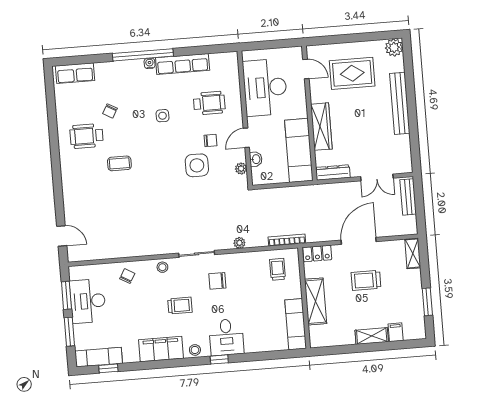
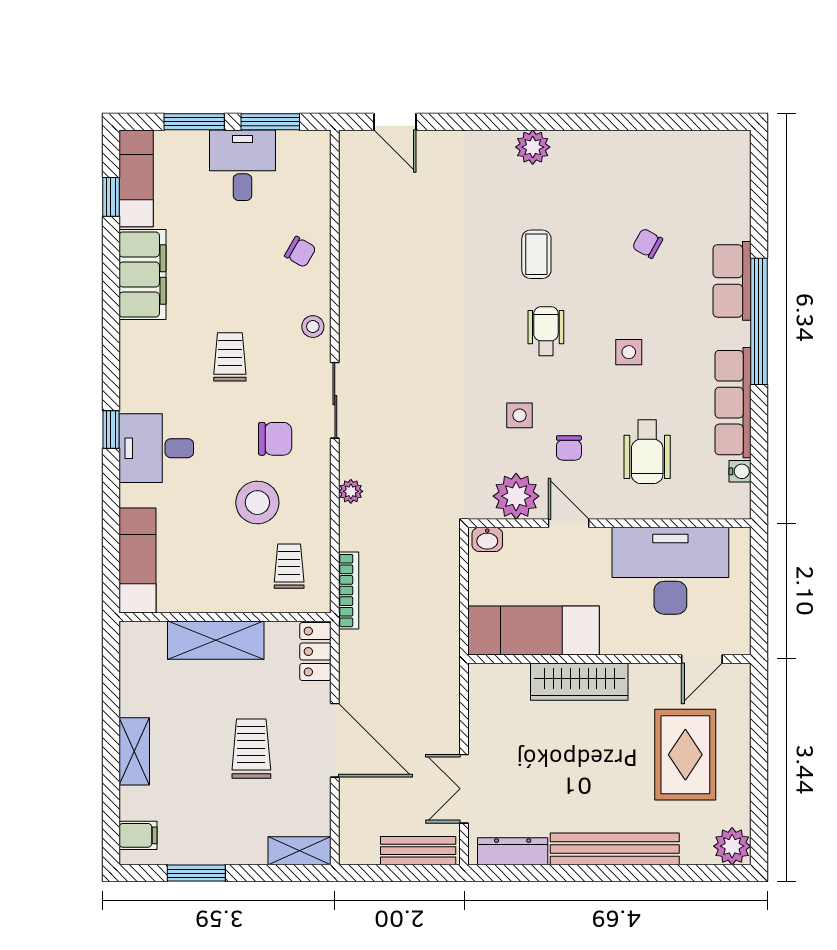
water cooler: (150, 63) -> (740, 471), moved
row of seats: (75, 73) -> (732, 281), moved
wheelchair: (86, 136) -> (546, 331), moved, width x0.73, depth x0.73
washbasin: (256, 159) -> (487, 539), moved
side table: (197, 165) -> (520, 415), width x0.54, depth x0.54
plant: (69, 169) -> (533, 147), added
plant: (241, 169) -> (516, 496), width x1.88, depth x1.88
dresser: (333, 173) -> (513, 851), moved, turned -90
door: (62, 236) -> (395, 122), hinge flipped
trolley: (278, 269) -> (289, 566), turned -90
chair: (217, 281) -> (275, 439), turned 90
desk: (88, 301) -> (242, 165), width x0.73
trolley: (180, 306) -> (230, 357), turned 180
exam couch: (296, 324) -> (137, 560), moved, turned 90
filing cabinet: (396, 332) -> (138, 835), moved
filing cabinet: (161, 349) -> (142, 275), moved
stool: (195, 350) -> (257, 503), moved, width x1.89, depth x1.89

